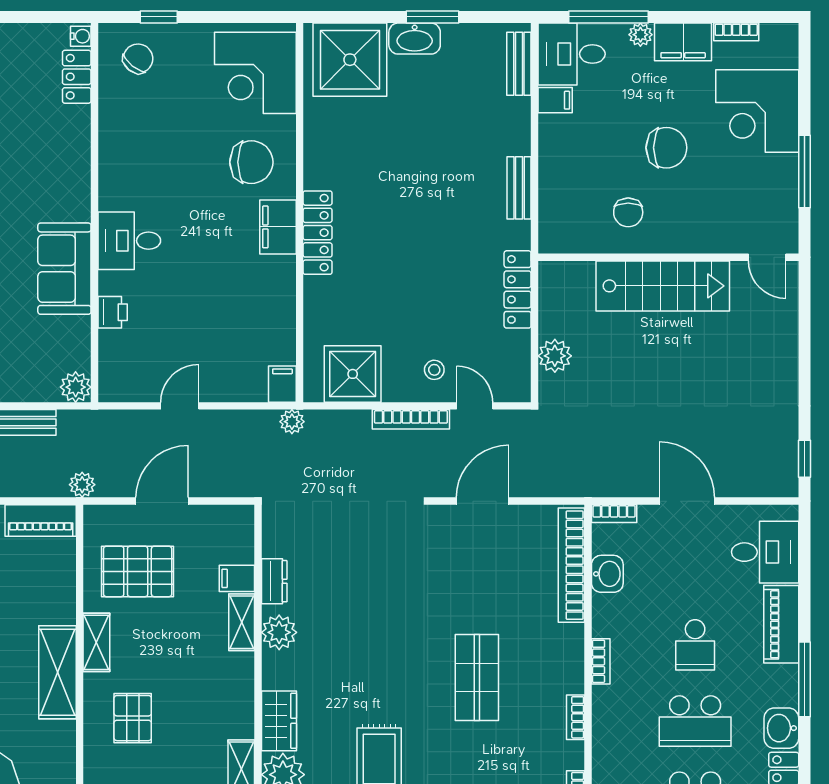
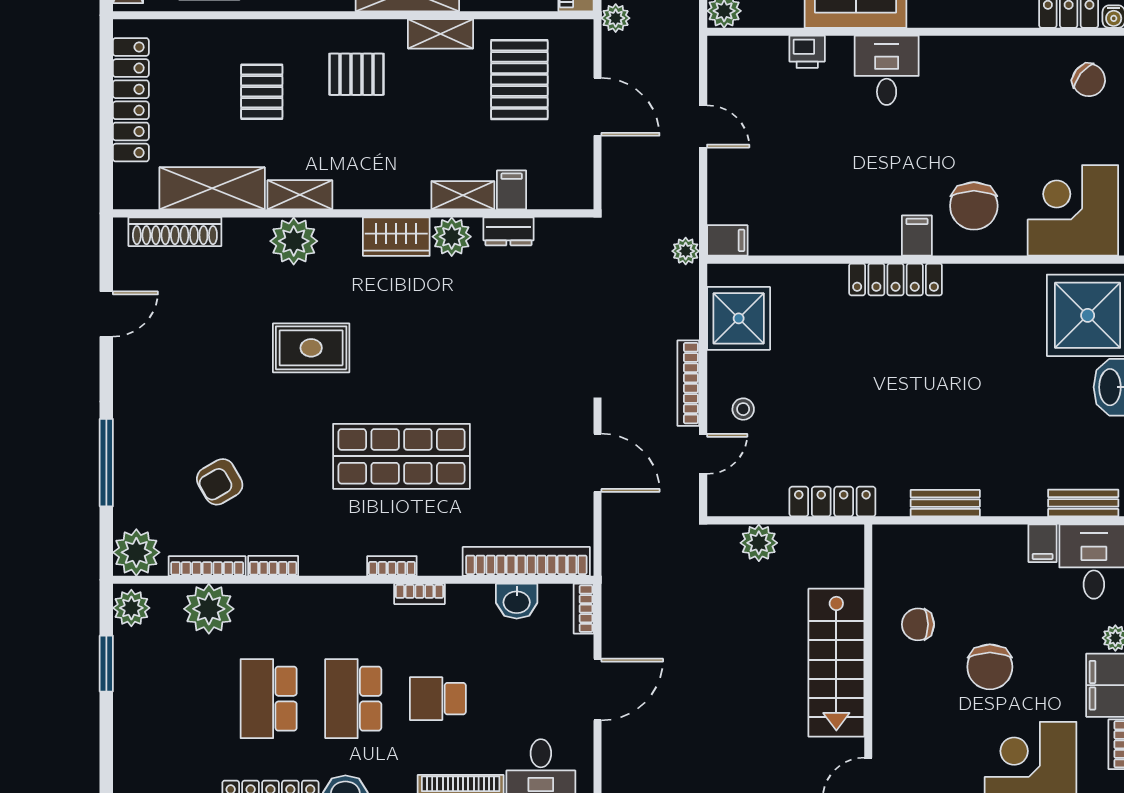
filing cabinet: (278, 227) -> (917, 236), width x0.50
shop shelf: (477, 678) -> (401, 456), width x1.43, depth x1.36
bookcase: (576, 717) -> (392, 566), moved
wardrobe: (279, 721) -> (396, 237), moved

